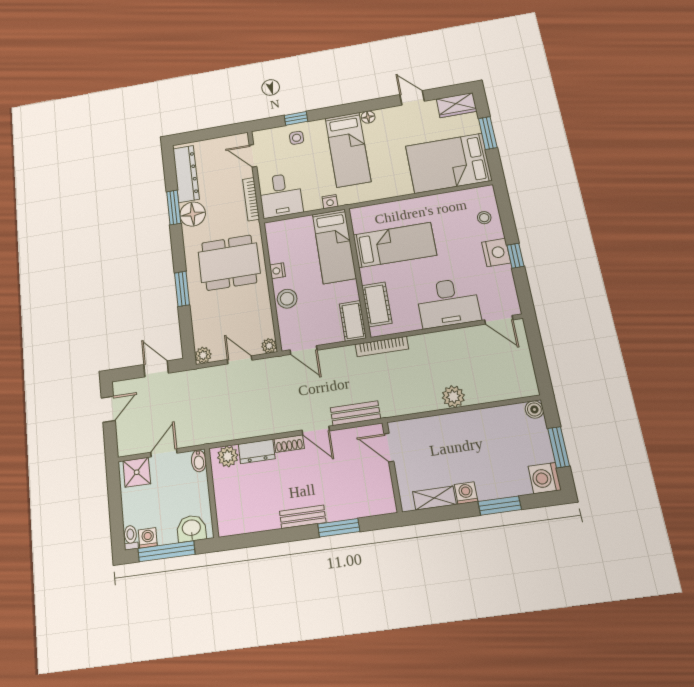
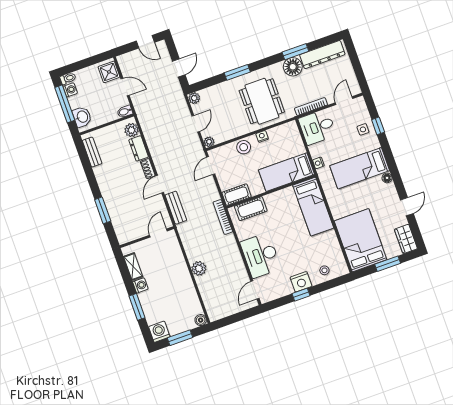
bed: (395, 245) -> (313, 207), moved
bench: (303, 517) -> (92, 152), moved

